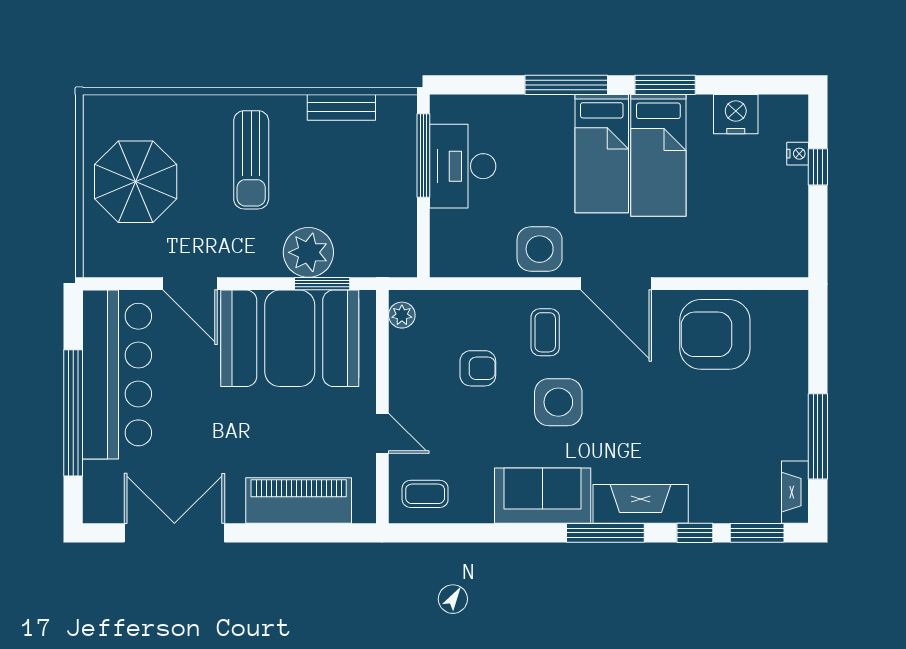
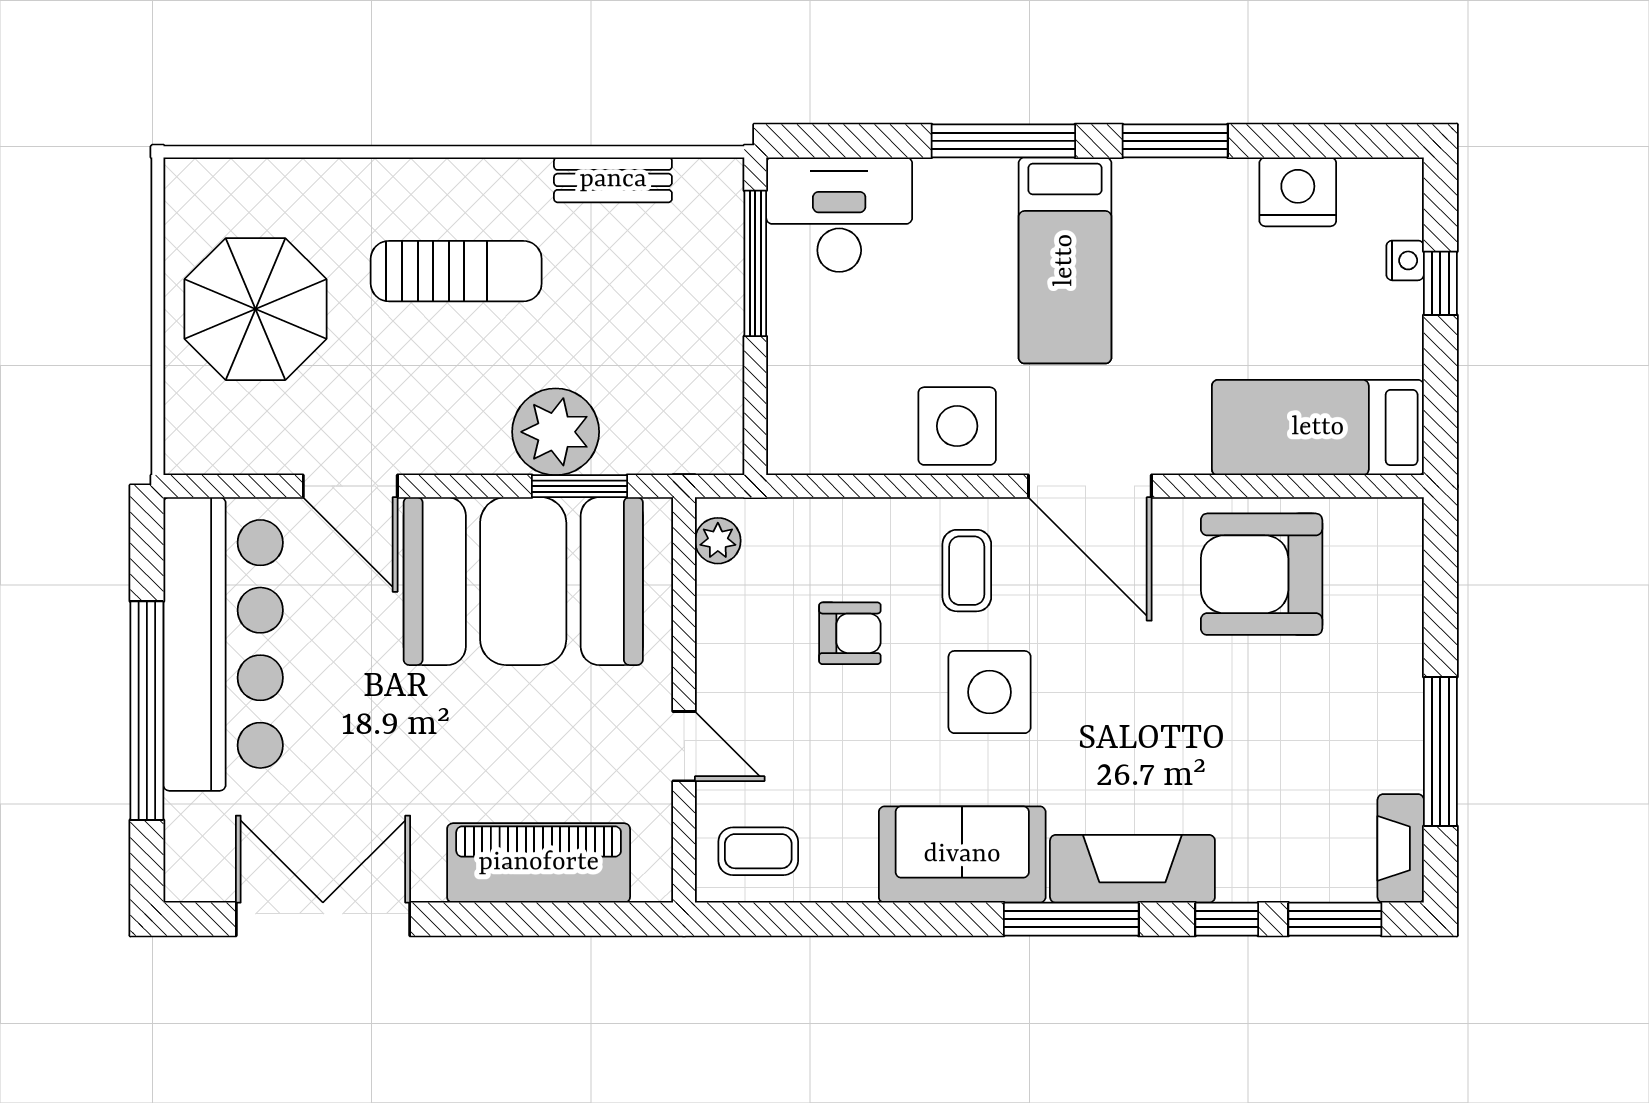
bed: (658, 155) -> (1318, 428), moved, turned 90
sun lounger: (251, 160) -> (456, 271), turned -90
desk: (463, 166) -> (839, 215), moved, turned 90

